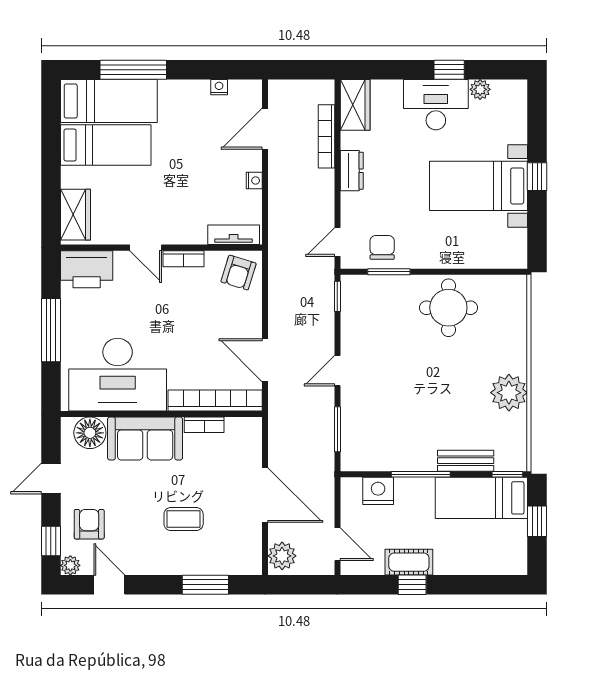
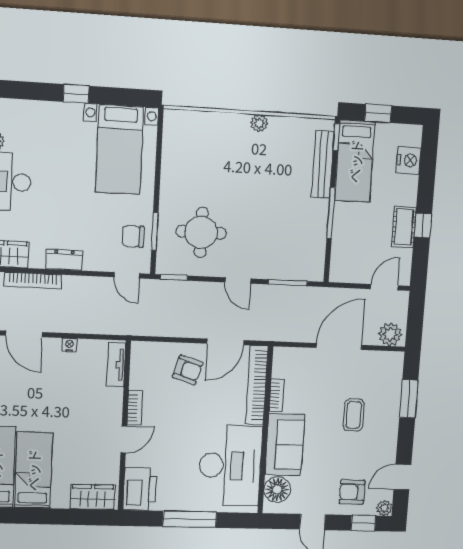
bed with nightstands: (479, 186) -> (120, 150), moved
armchair: (239, 273) -> (188, 370), moved
round table: (448, 308) -> (201, 232), moved
plant: (509, 393) -> (259, 123), width x0.53, depth x0.53
bench: (466, 461) -> (323, 164), width x1.36
nightstand: (378, 491) -> (409, 160), moved, turned 180

